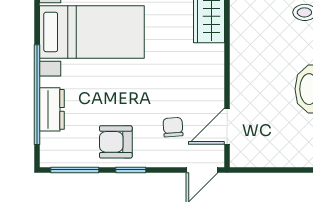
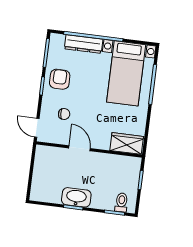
dresser: (52, 109) -> (83, 44), width x1.44
door: (227, 126) -> (79, 148), moved

